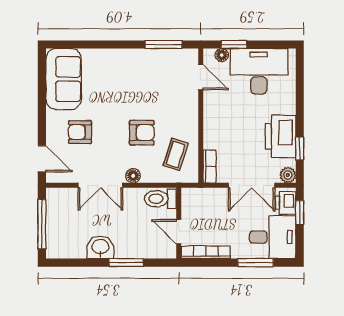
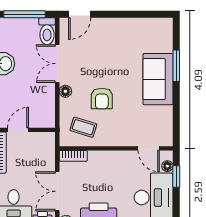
window: (163, 44) -> (176, 66), moved
door: (201, 77) -> (149, 148), hinge flipped
sofa: (64, 79) -> (158, 79), moved, turned 90
armchair: (80, 132) -> (102, 46), removed
toilet: (160, 199) -> (47, 31), moved, turned 180

